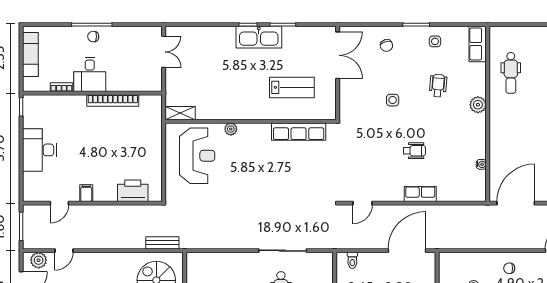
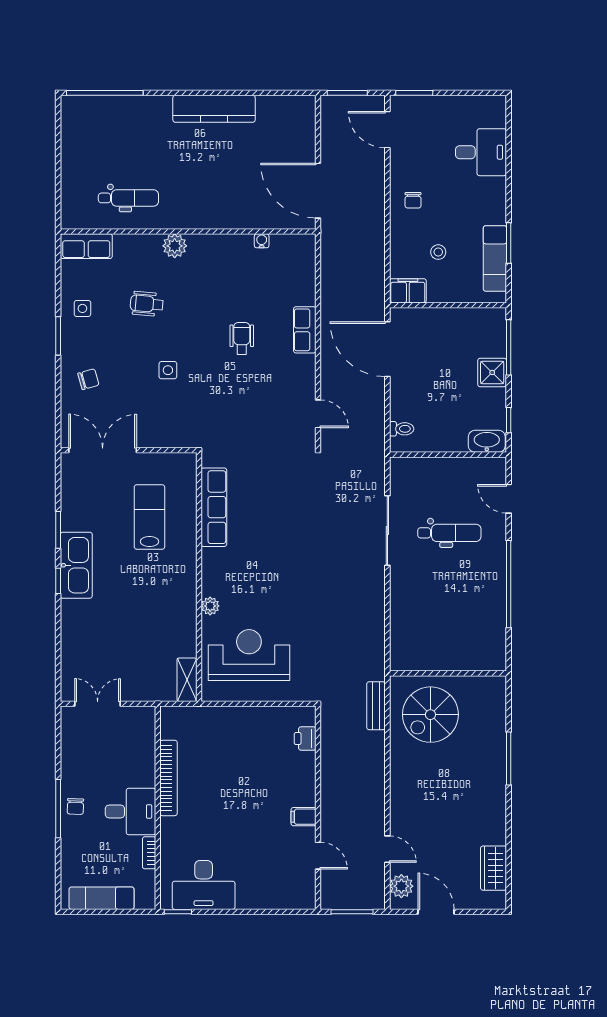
desk: (39, 150) -> (204, 885), moved
printer: (133, 191) -> (305, 739), width x0.53, depth x0.68
filing cabinet: (447, 265) -> (408, 291), added

